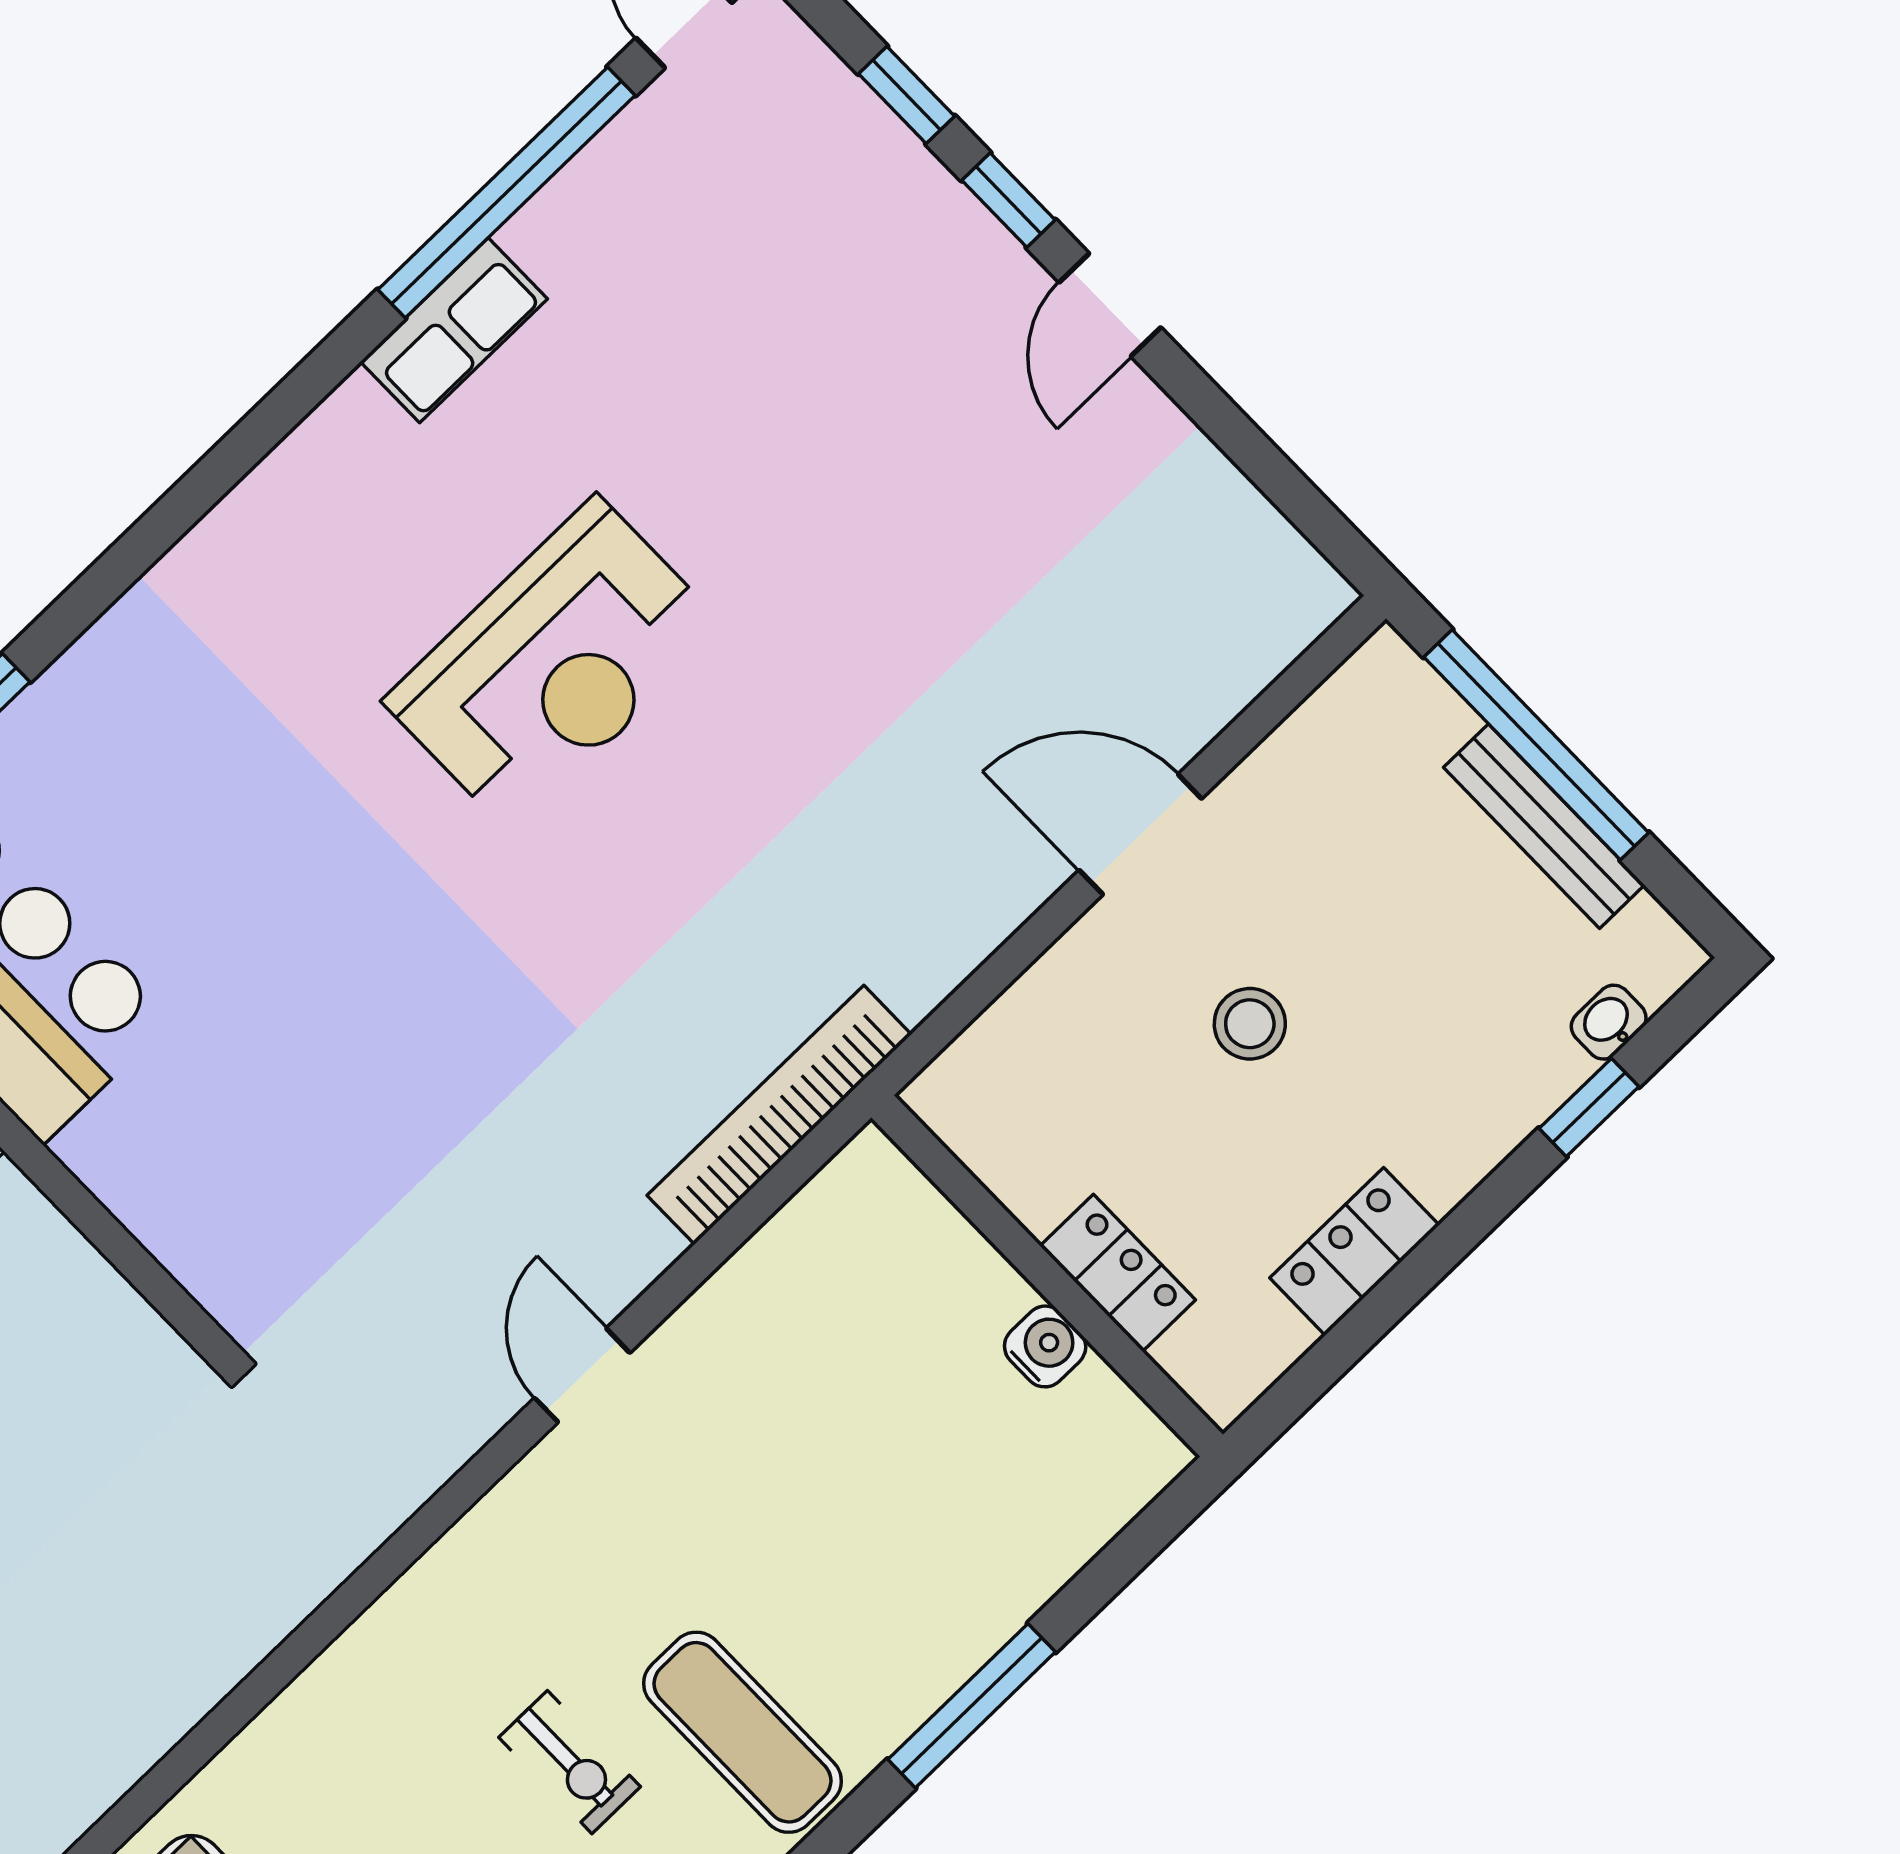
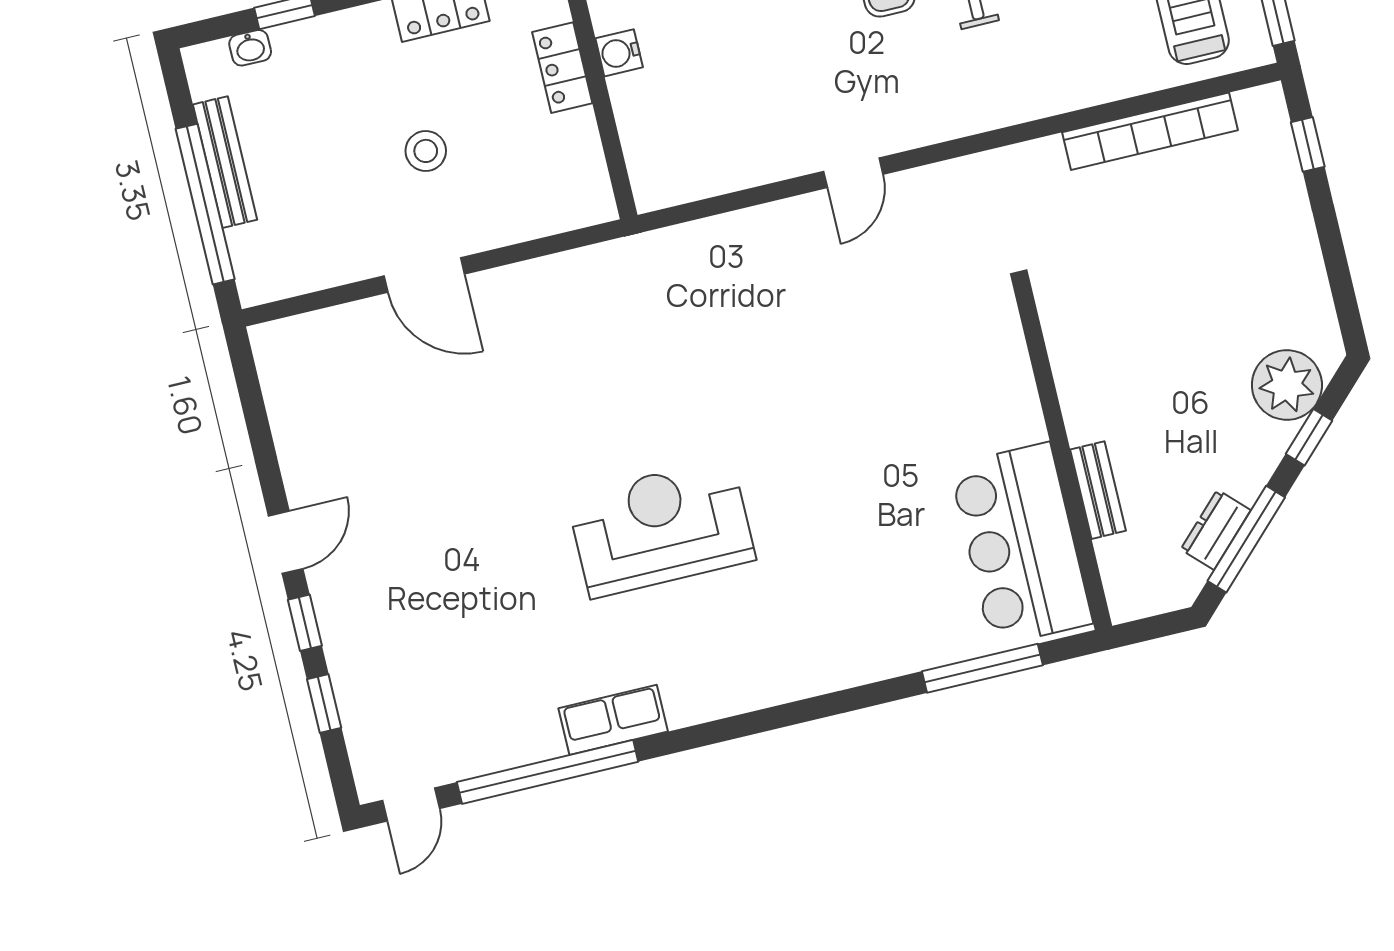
bookcase: (779, 1115) -> (1150, 131), moved

